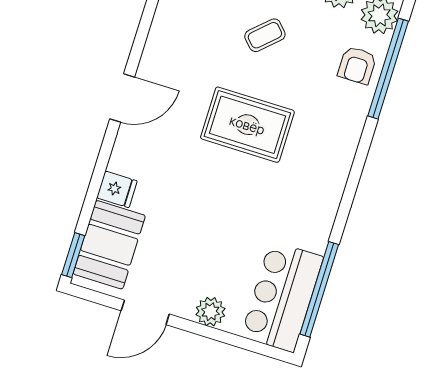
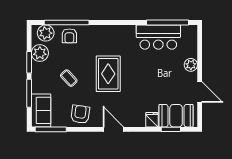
armchair: (178, 36) -> (80, 114), added
armchair: (357, 65) -> (69, 36), turned 90
window: (73, 255) -> (171, 129), moved
bar counter: (282, 297) -> (158, 37), moved

